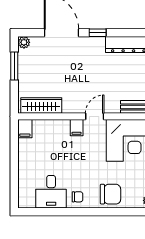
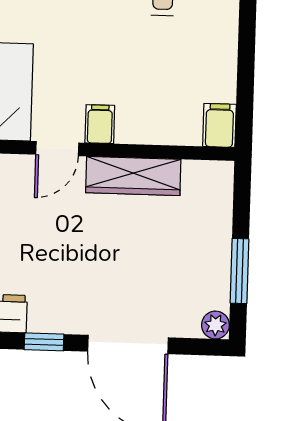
wardrobe: (41, 106) -> (133, 176), moved

